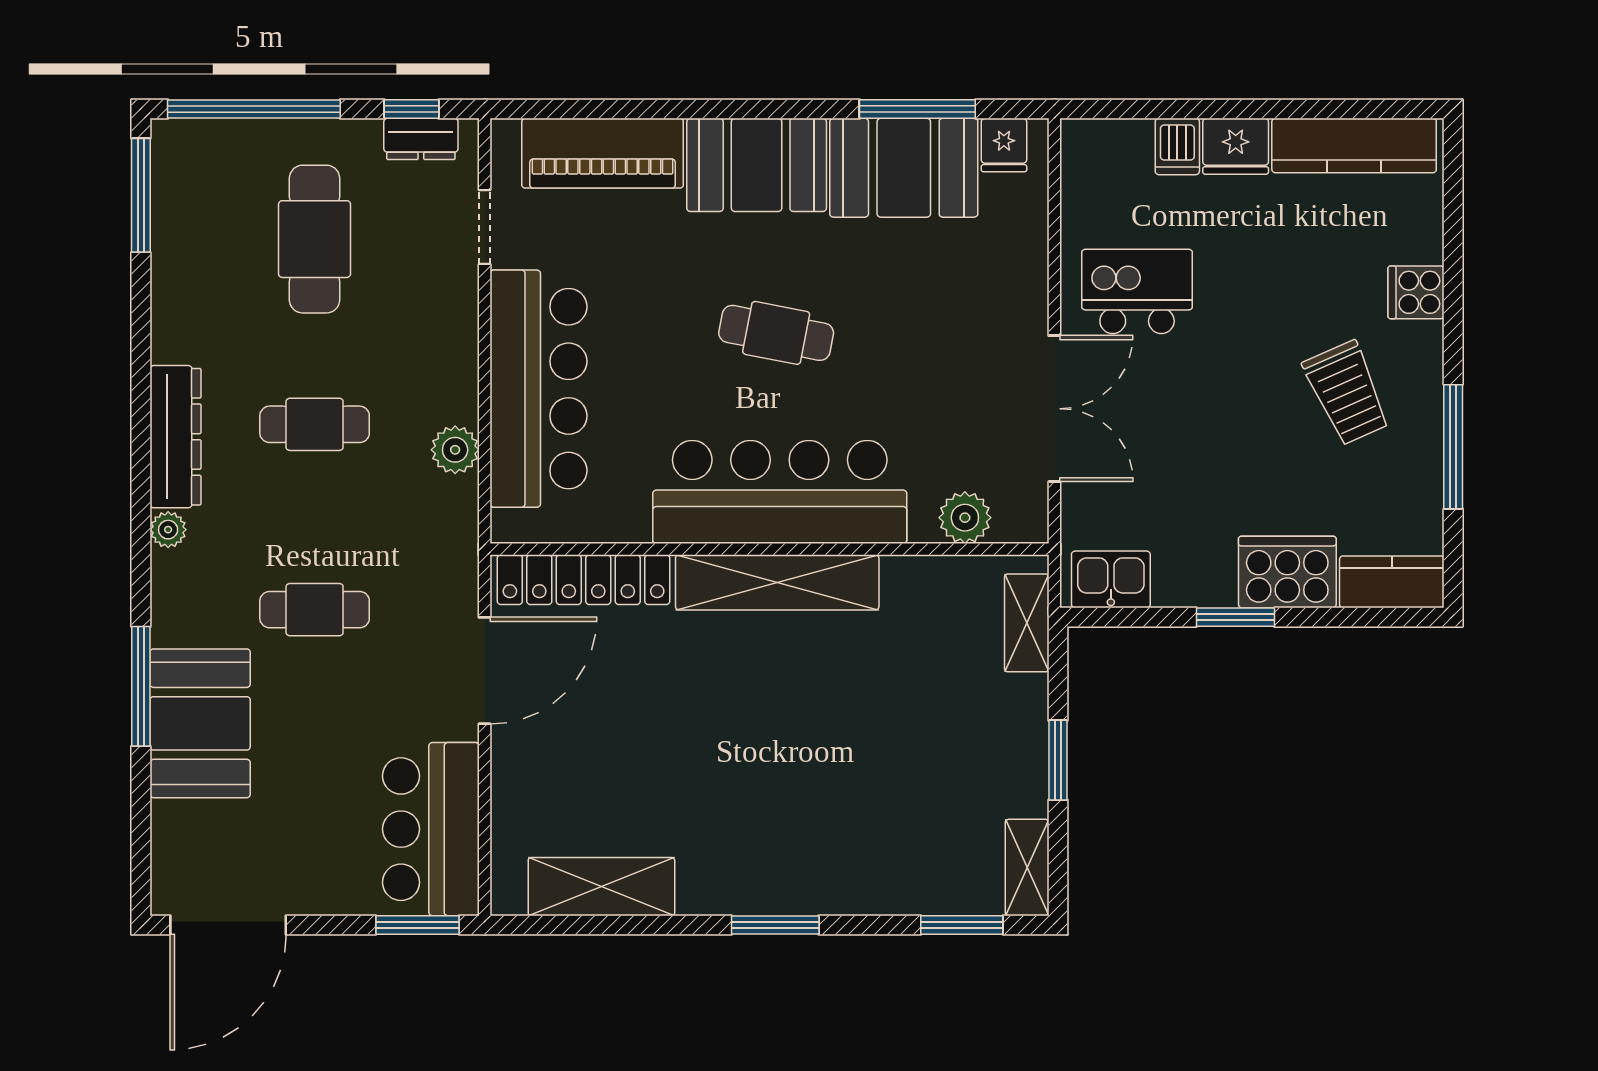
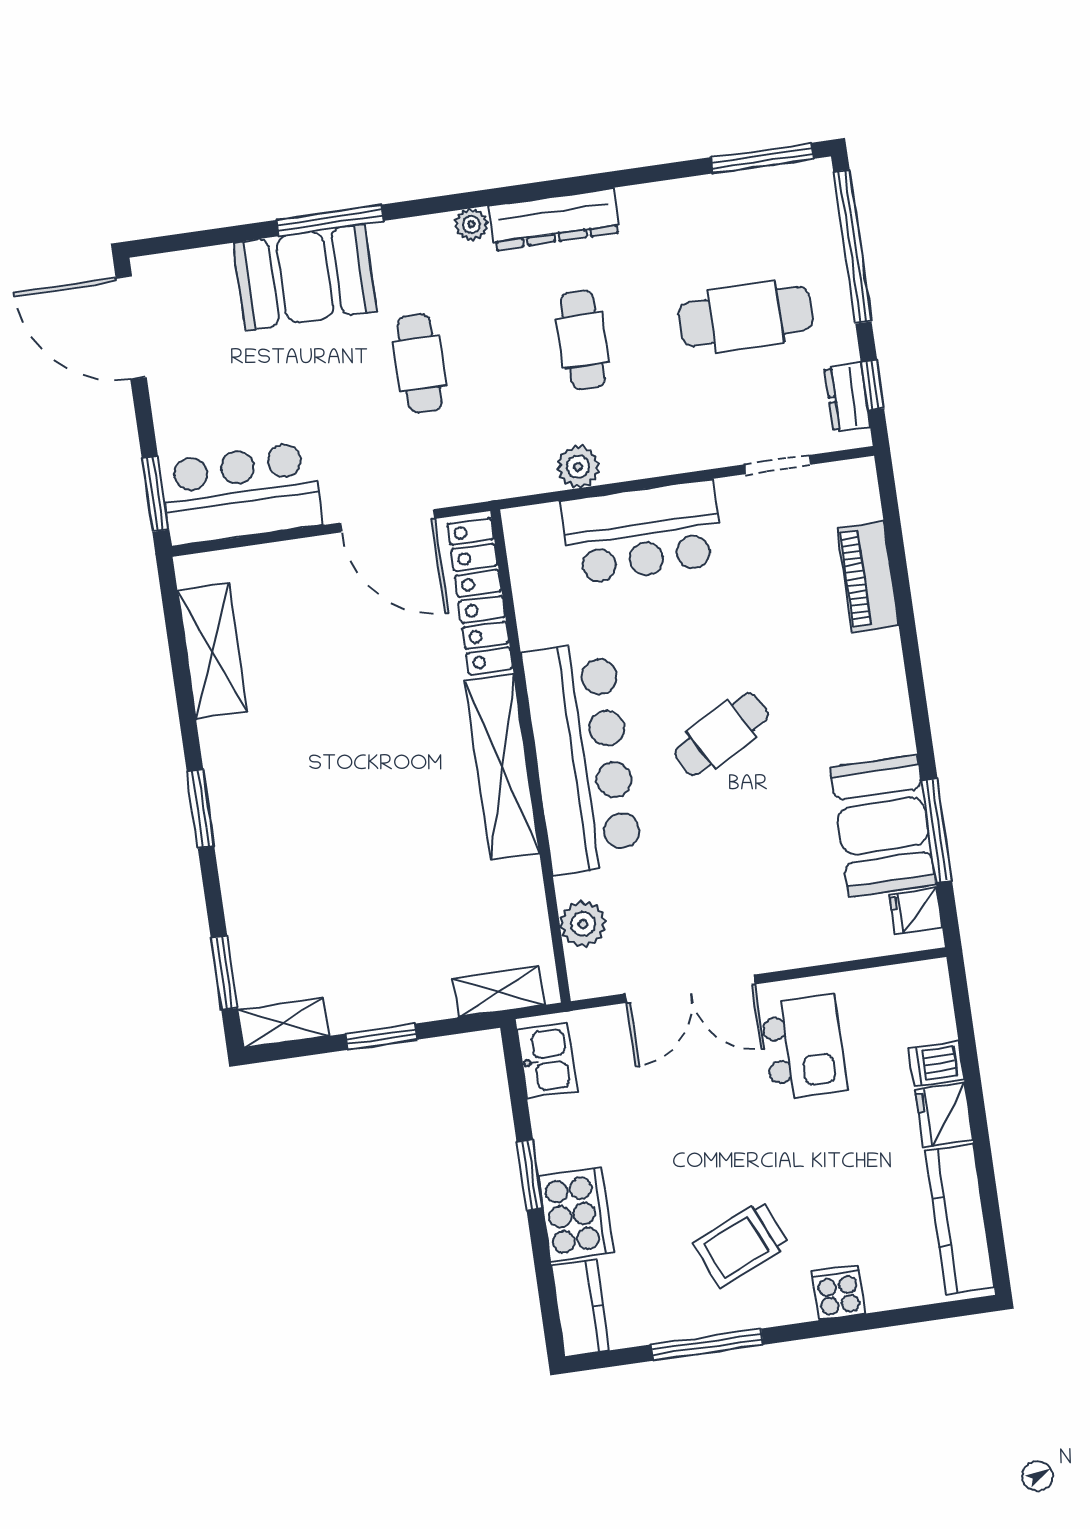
piano: (603, 153) -> (868, 577), width x0.73, depth x0.75
booth: (757, 165) -> (867, 696), removed
cafe table: (776, 333) -> (722, 734), turned 49
bar counter: (538, 389) -> (642, 532), width x0.73

